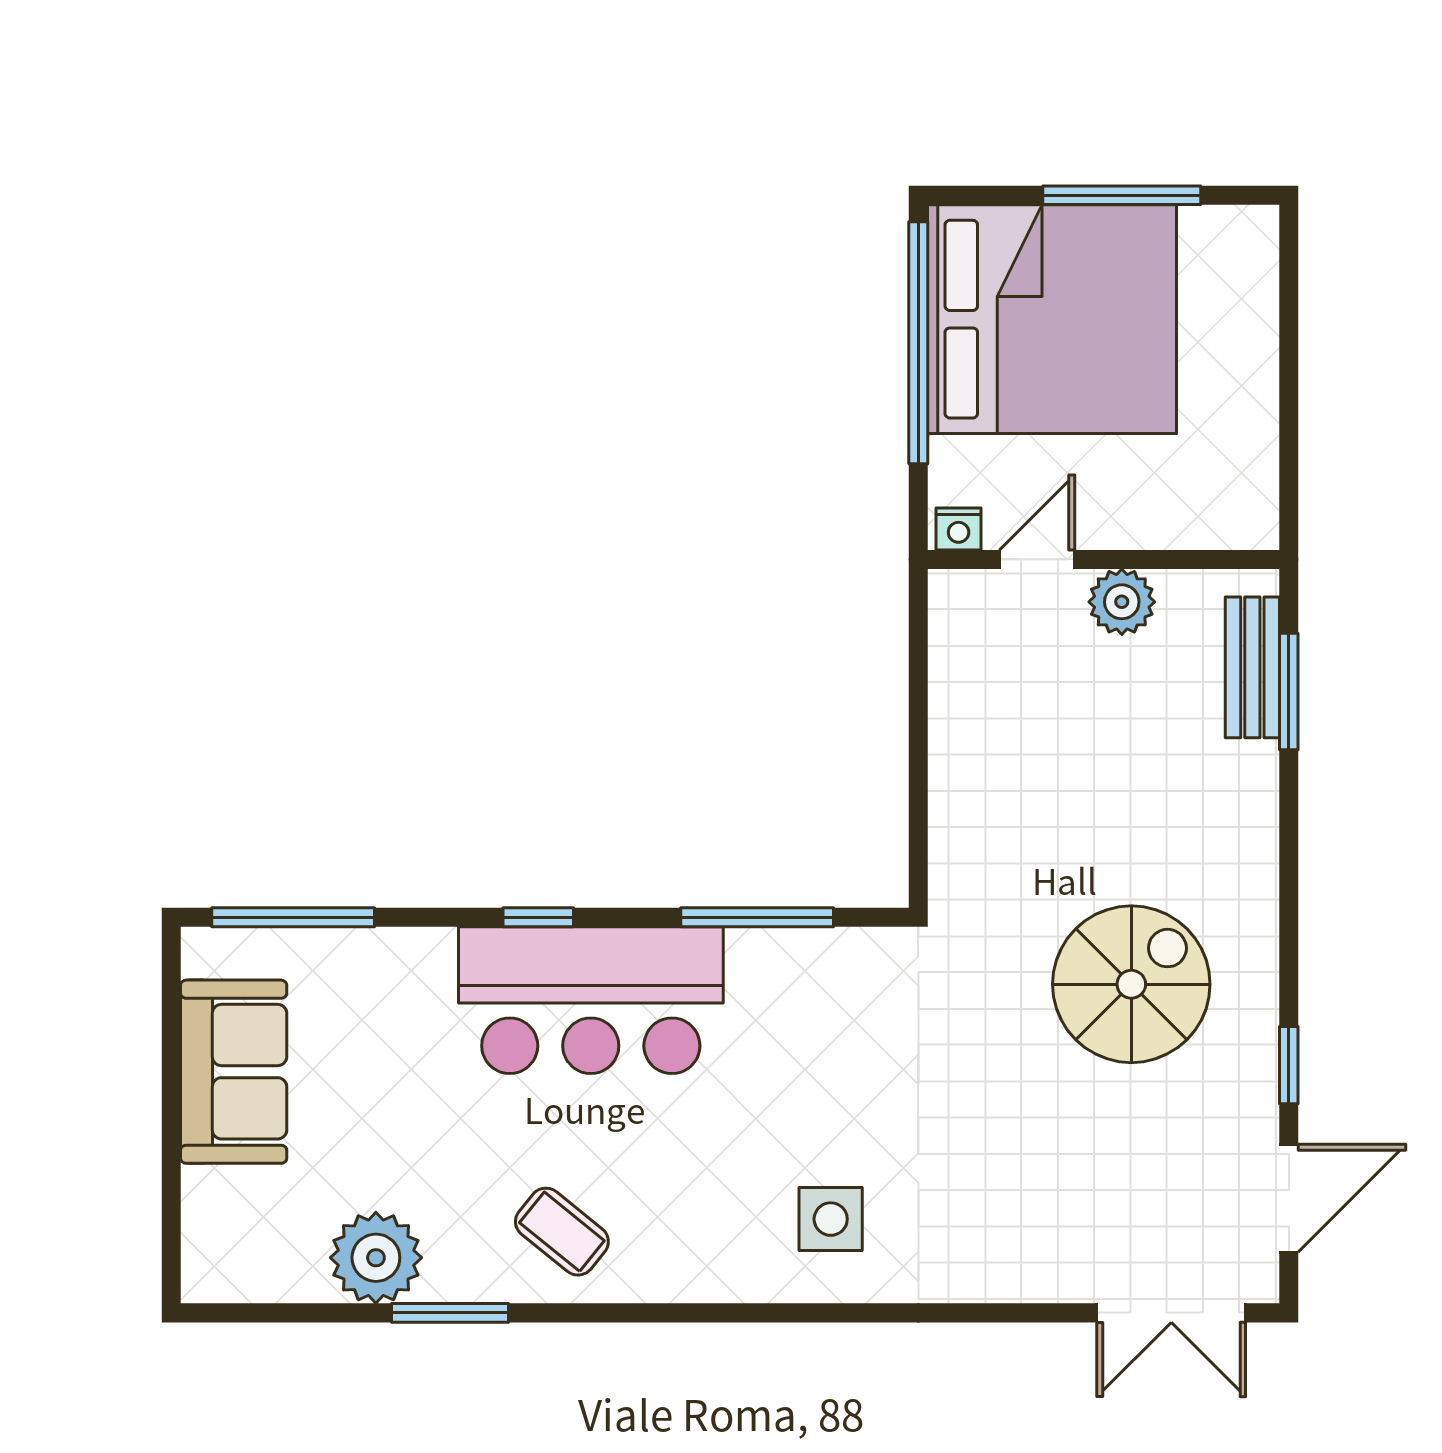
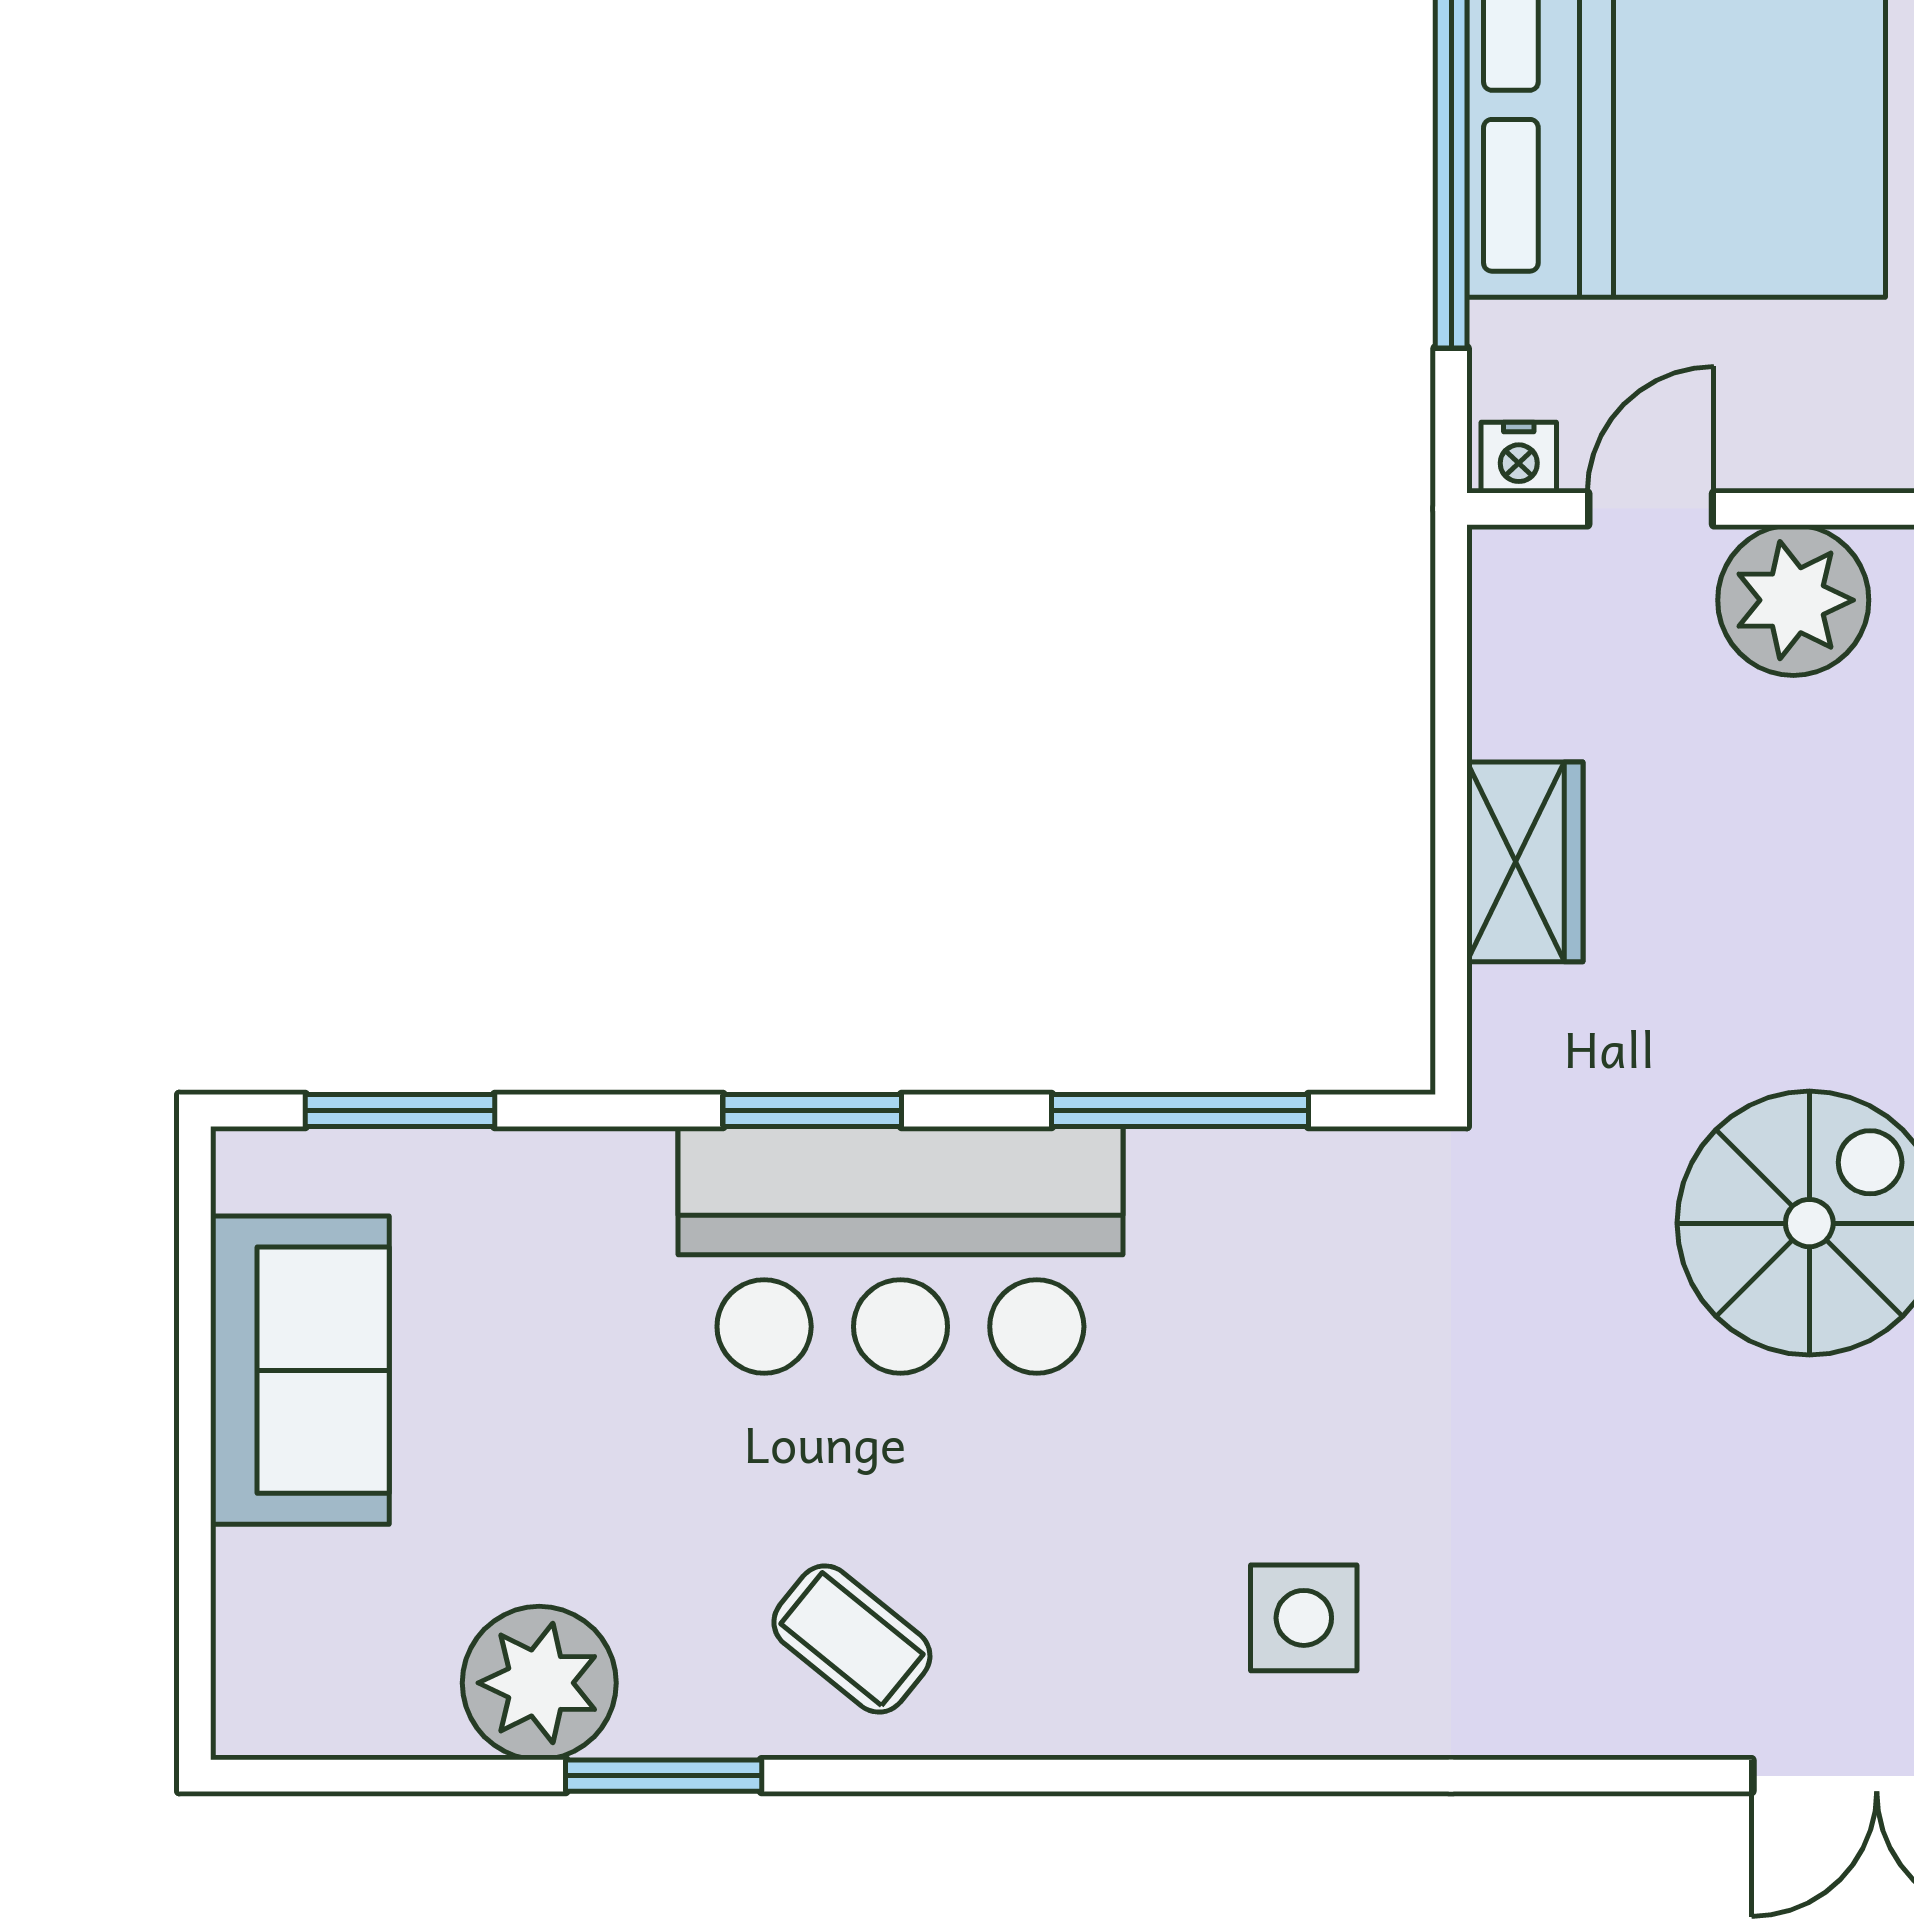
plant: (1122, 602) -> (1793, 600), width x1.36, depth x1.36
wardrobe: (962, 769) -> (1525, 862), added
window: (293, 917) -> (400, 1111), width x0.69
window: (538, 917) -> (812, 1111), width x1.50

